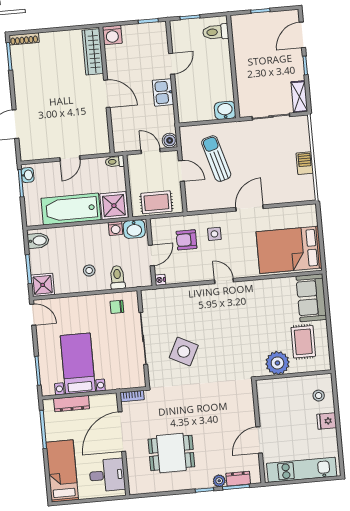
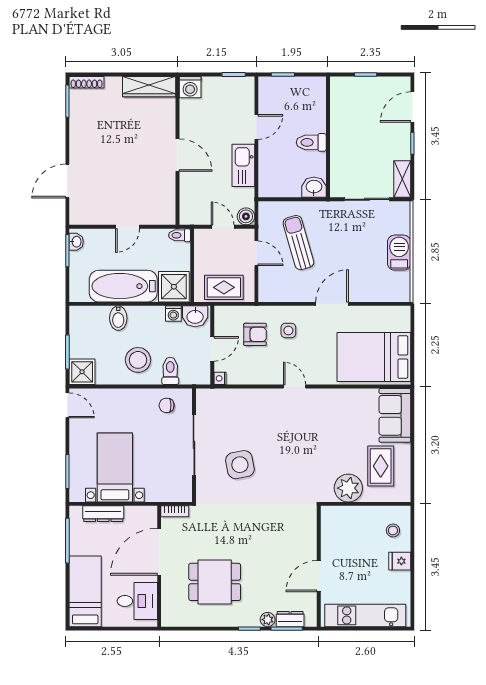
toilet: (216, 32) -> (311, 142), moved
wardrobe: (93, 52) -> (149, 87), moved, turned -90
kitchen sink: (163, 92) -> (243, 165), width x1.38
barbecue: (305, 163) -> (399, 253), width x1.38, depth x1.27
armchair: (186, 240) -> (255, 334), turned 180
bidet: (38, 241) -> (118, 318), moved, turned 90
stool: (89, 271) -> (138, 360), width x1.89, depth x1.89
side table: (184, 352) -> (240, 465), turned -38

